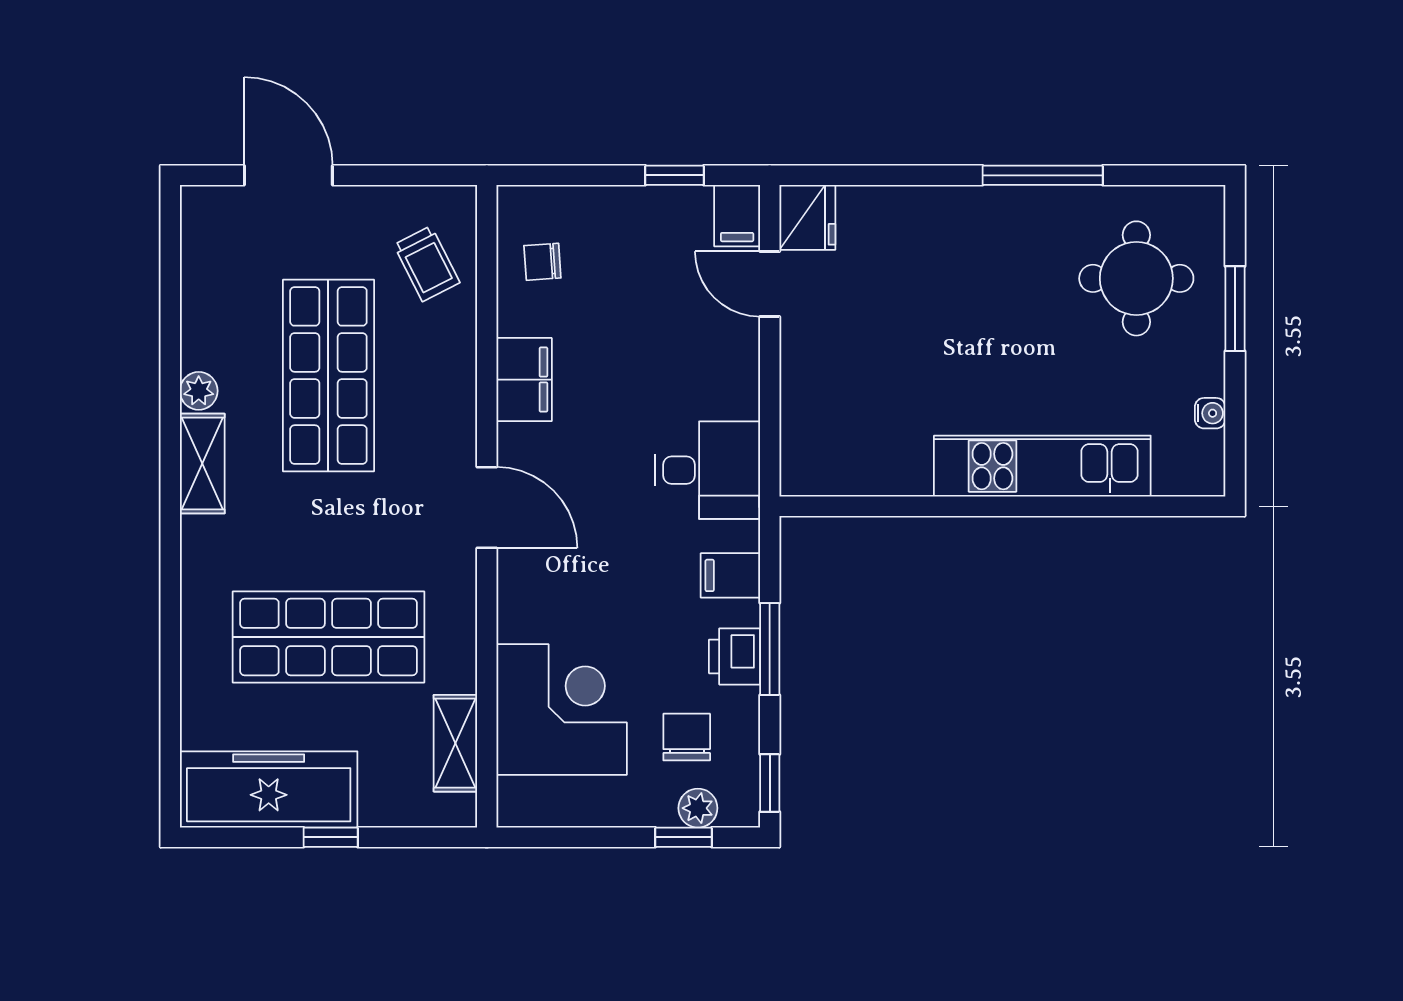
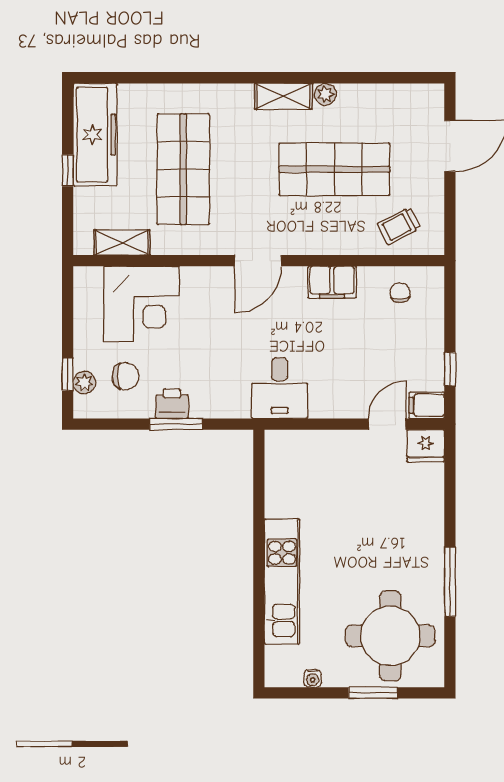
round table: (1136, 278) -> (390, 636), width x1.36, depth x1.36
filing cabinet: (730, 575) -> (219, 401), removed
window: (770, 783) -> (99, 424), removed

